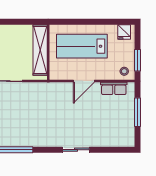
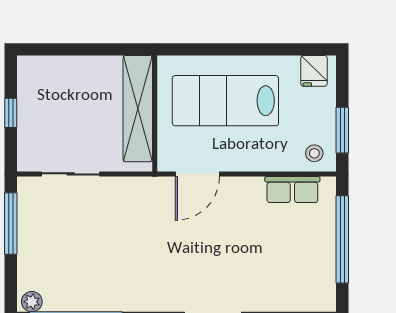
door: (84, 81) -> (197, 174), moved
window: (138, 112) -> (342, 239), width x1.46

